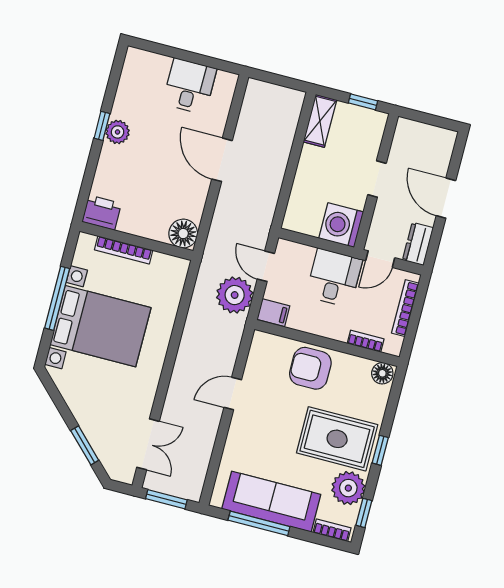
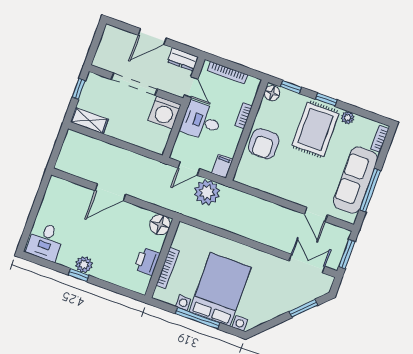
desk: (190, 86) -> (45, 241), moved, turned -90
doorway: (377, 179) -> (134, 84), width x1.88
printer: (102, 213) -> (147, 261), moved
bookcase: (366, 341) -> (244, 116), moved
door: (233, 394) -> (316, 215), moved
plant: (348, 488) -> (348, 118), width x0.53, depth x0.53
window: (364, 513) -> (291, 87), moved

